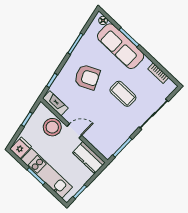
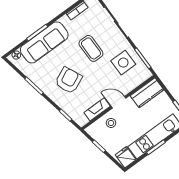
coffee table: (123, 94) -> (91, 48), turned 90
fireplace: (55, 103) -> (97, 109), moved
stool: (52, 127) -> (111, 123), width x0.53, depth x0.53
side table: (115, 129) -> (123, 63), added
door: (74, 131) -> (119, 102), hinge flipped

